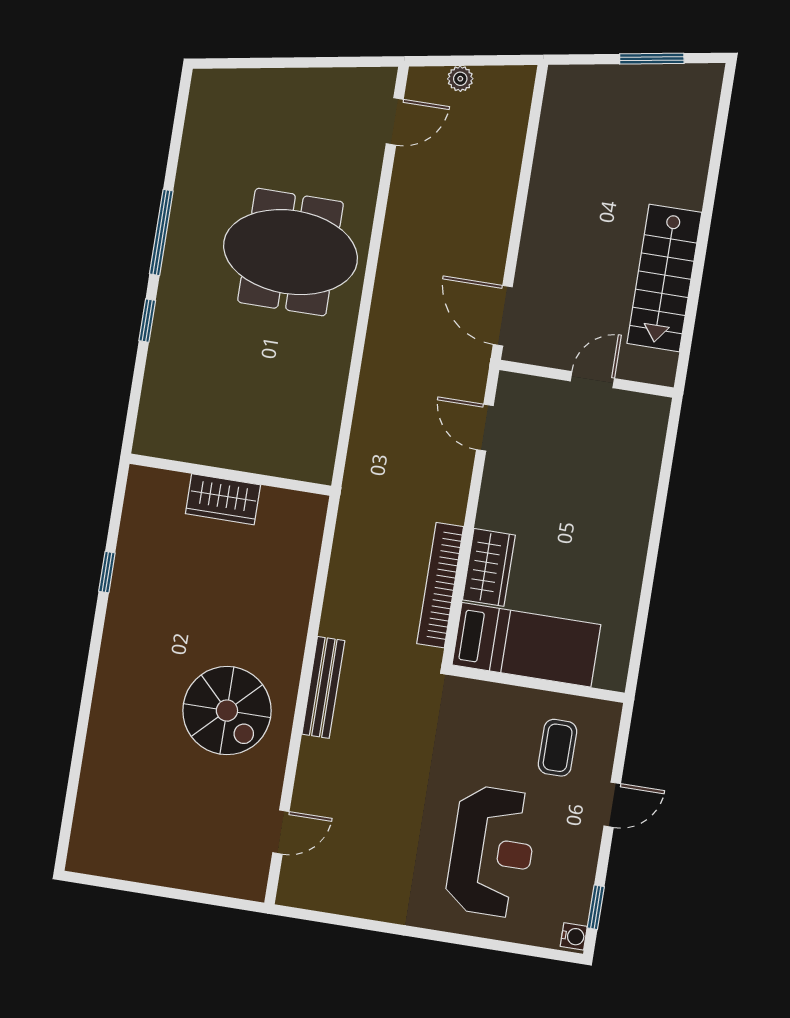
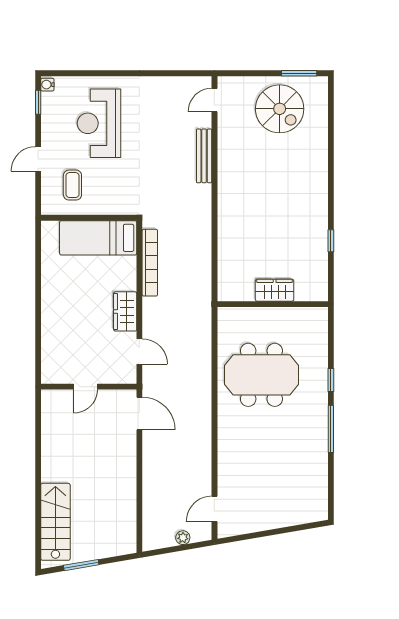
meeting table: (291, 252) -> (261, 375), moved
stairs: (664, 278) -> (55, 522), moved
wardrobe: (489, 567) -> (125, 311), moved
bench: (323, 687) -> (204, 156), moved
spiral stairs: (227, 711) -> (280, 109), moved, turned 180
door: (281, 832) -> (214, 100), moved
window: (116, 884) -> (299, 73), added

